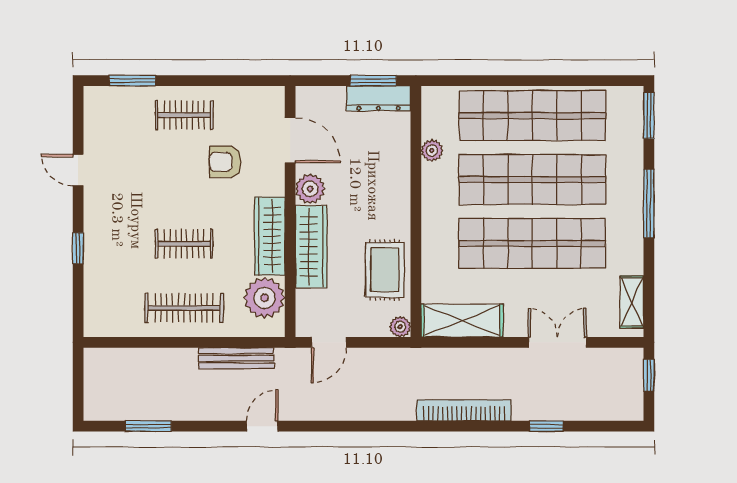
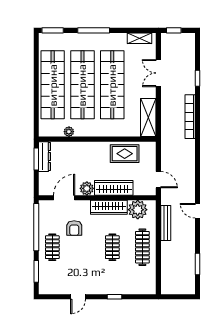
window: (227, 81) -> (36, 227), added
plant: (400, 327) -> (151, 146), removed

